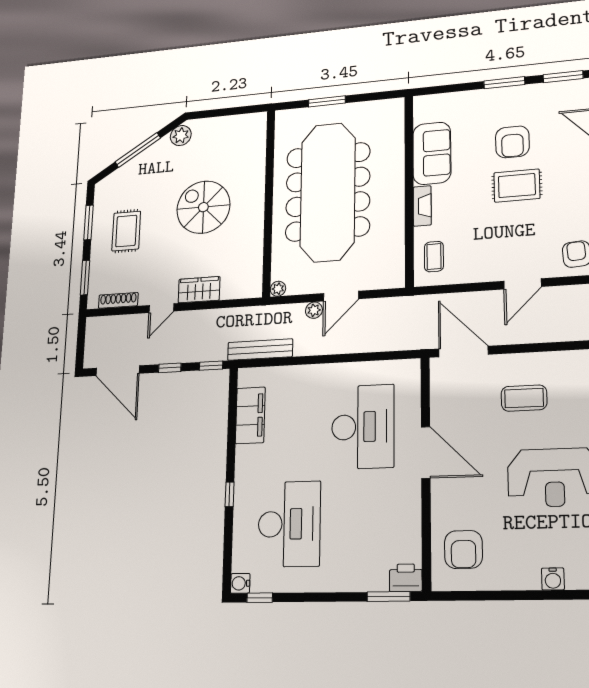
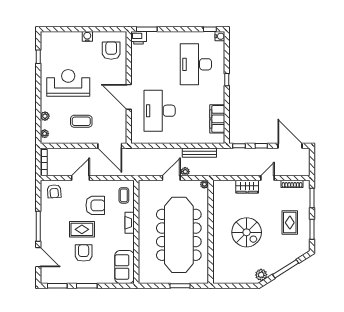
sofa: (432, 153) -> (124, 267), moved
armchair: (491, 233) -> (95, 205), added
bench: (260, 350) -> (199, 153), moved
water cooler: (553, 579) -> (87, 36), moved

